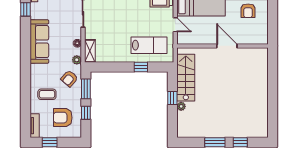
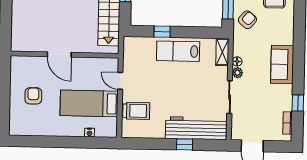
sofa: (39, 42) -> (282, 64), width x0.73
lab bench: (149, 45) -> (178, 51), moved
plant: (77, 60) -> (237, 73), moved

